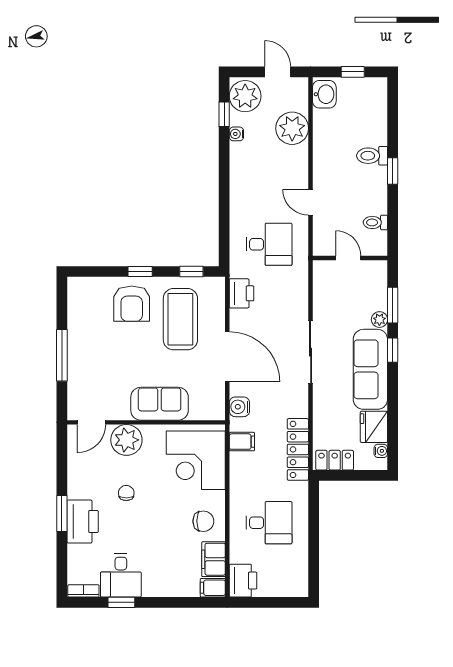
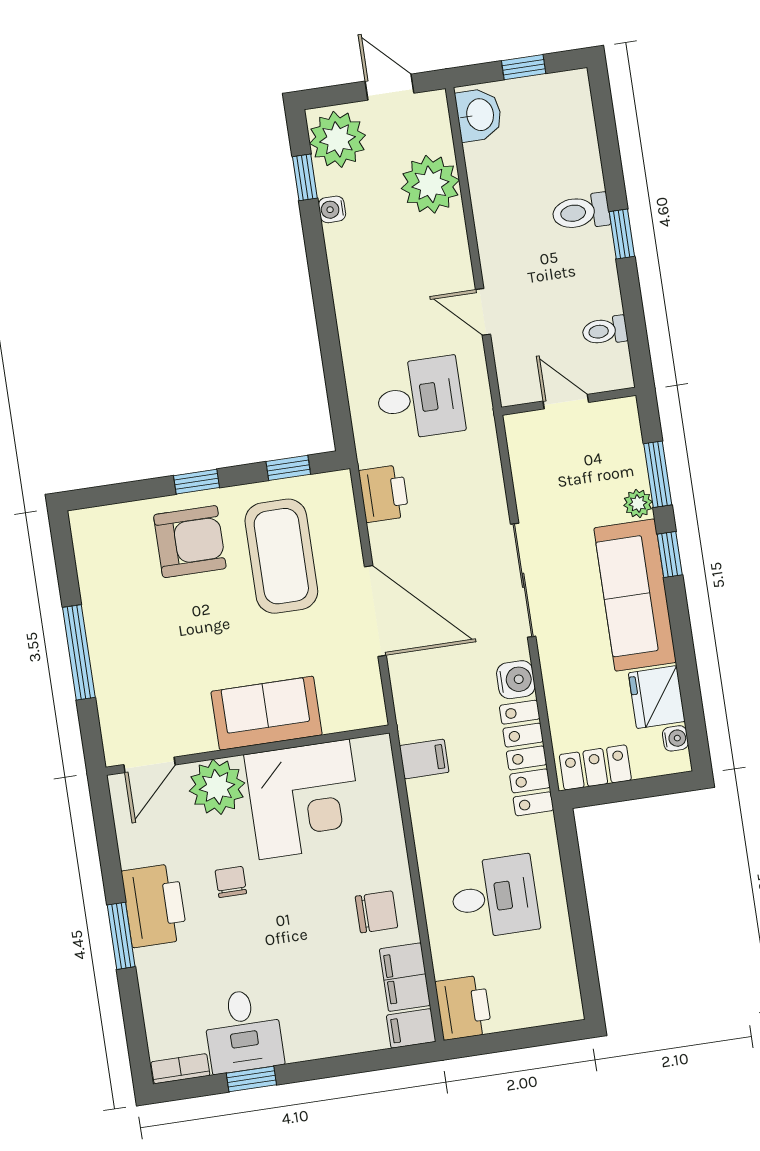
armchair: (132, 304) -> (190, 542), turned -90
water cooler: (239, 407) -> (516, 680), moved, turned 180
corner desk: (196, 460) -> (304, 799), moved, turned -90
printer: (83, 522) -> (154, 905), moved

